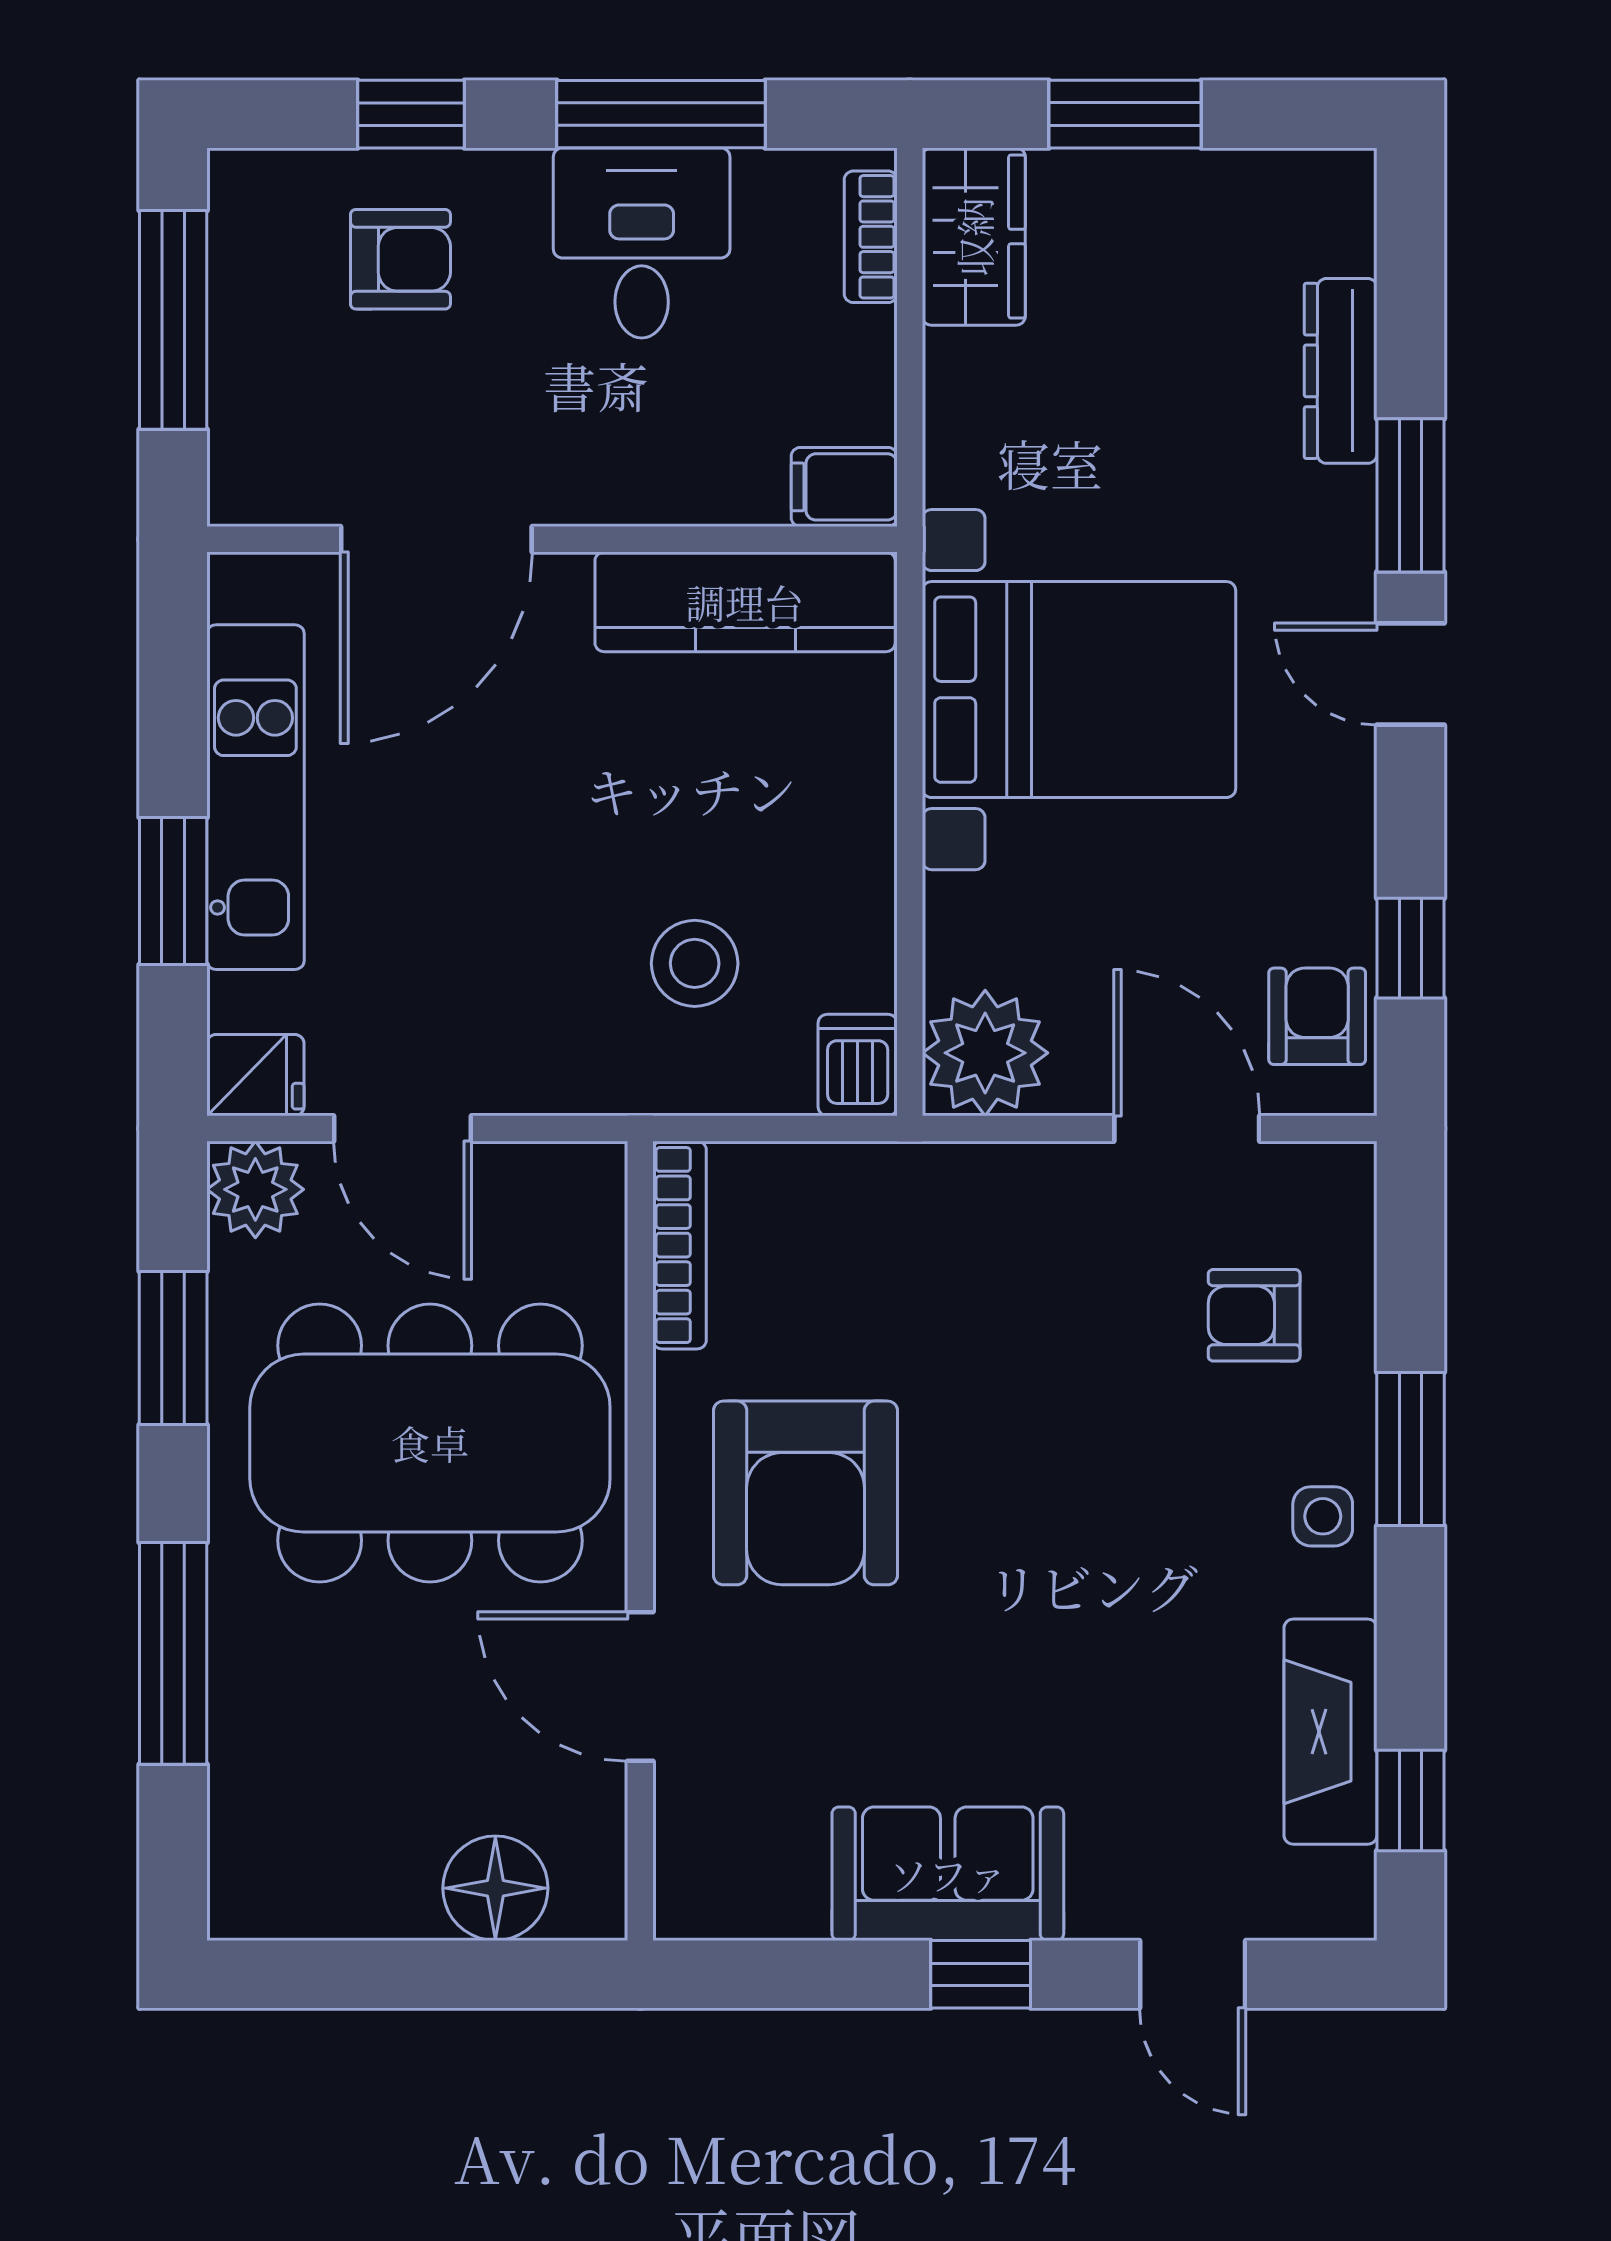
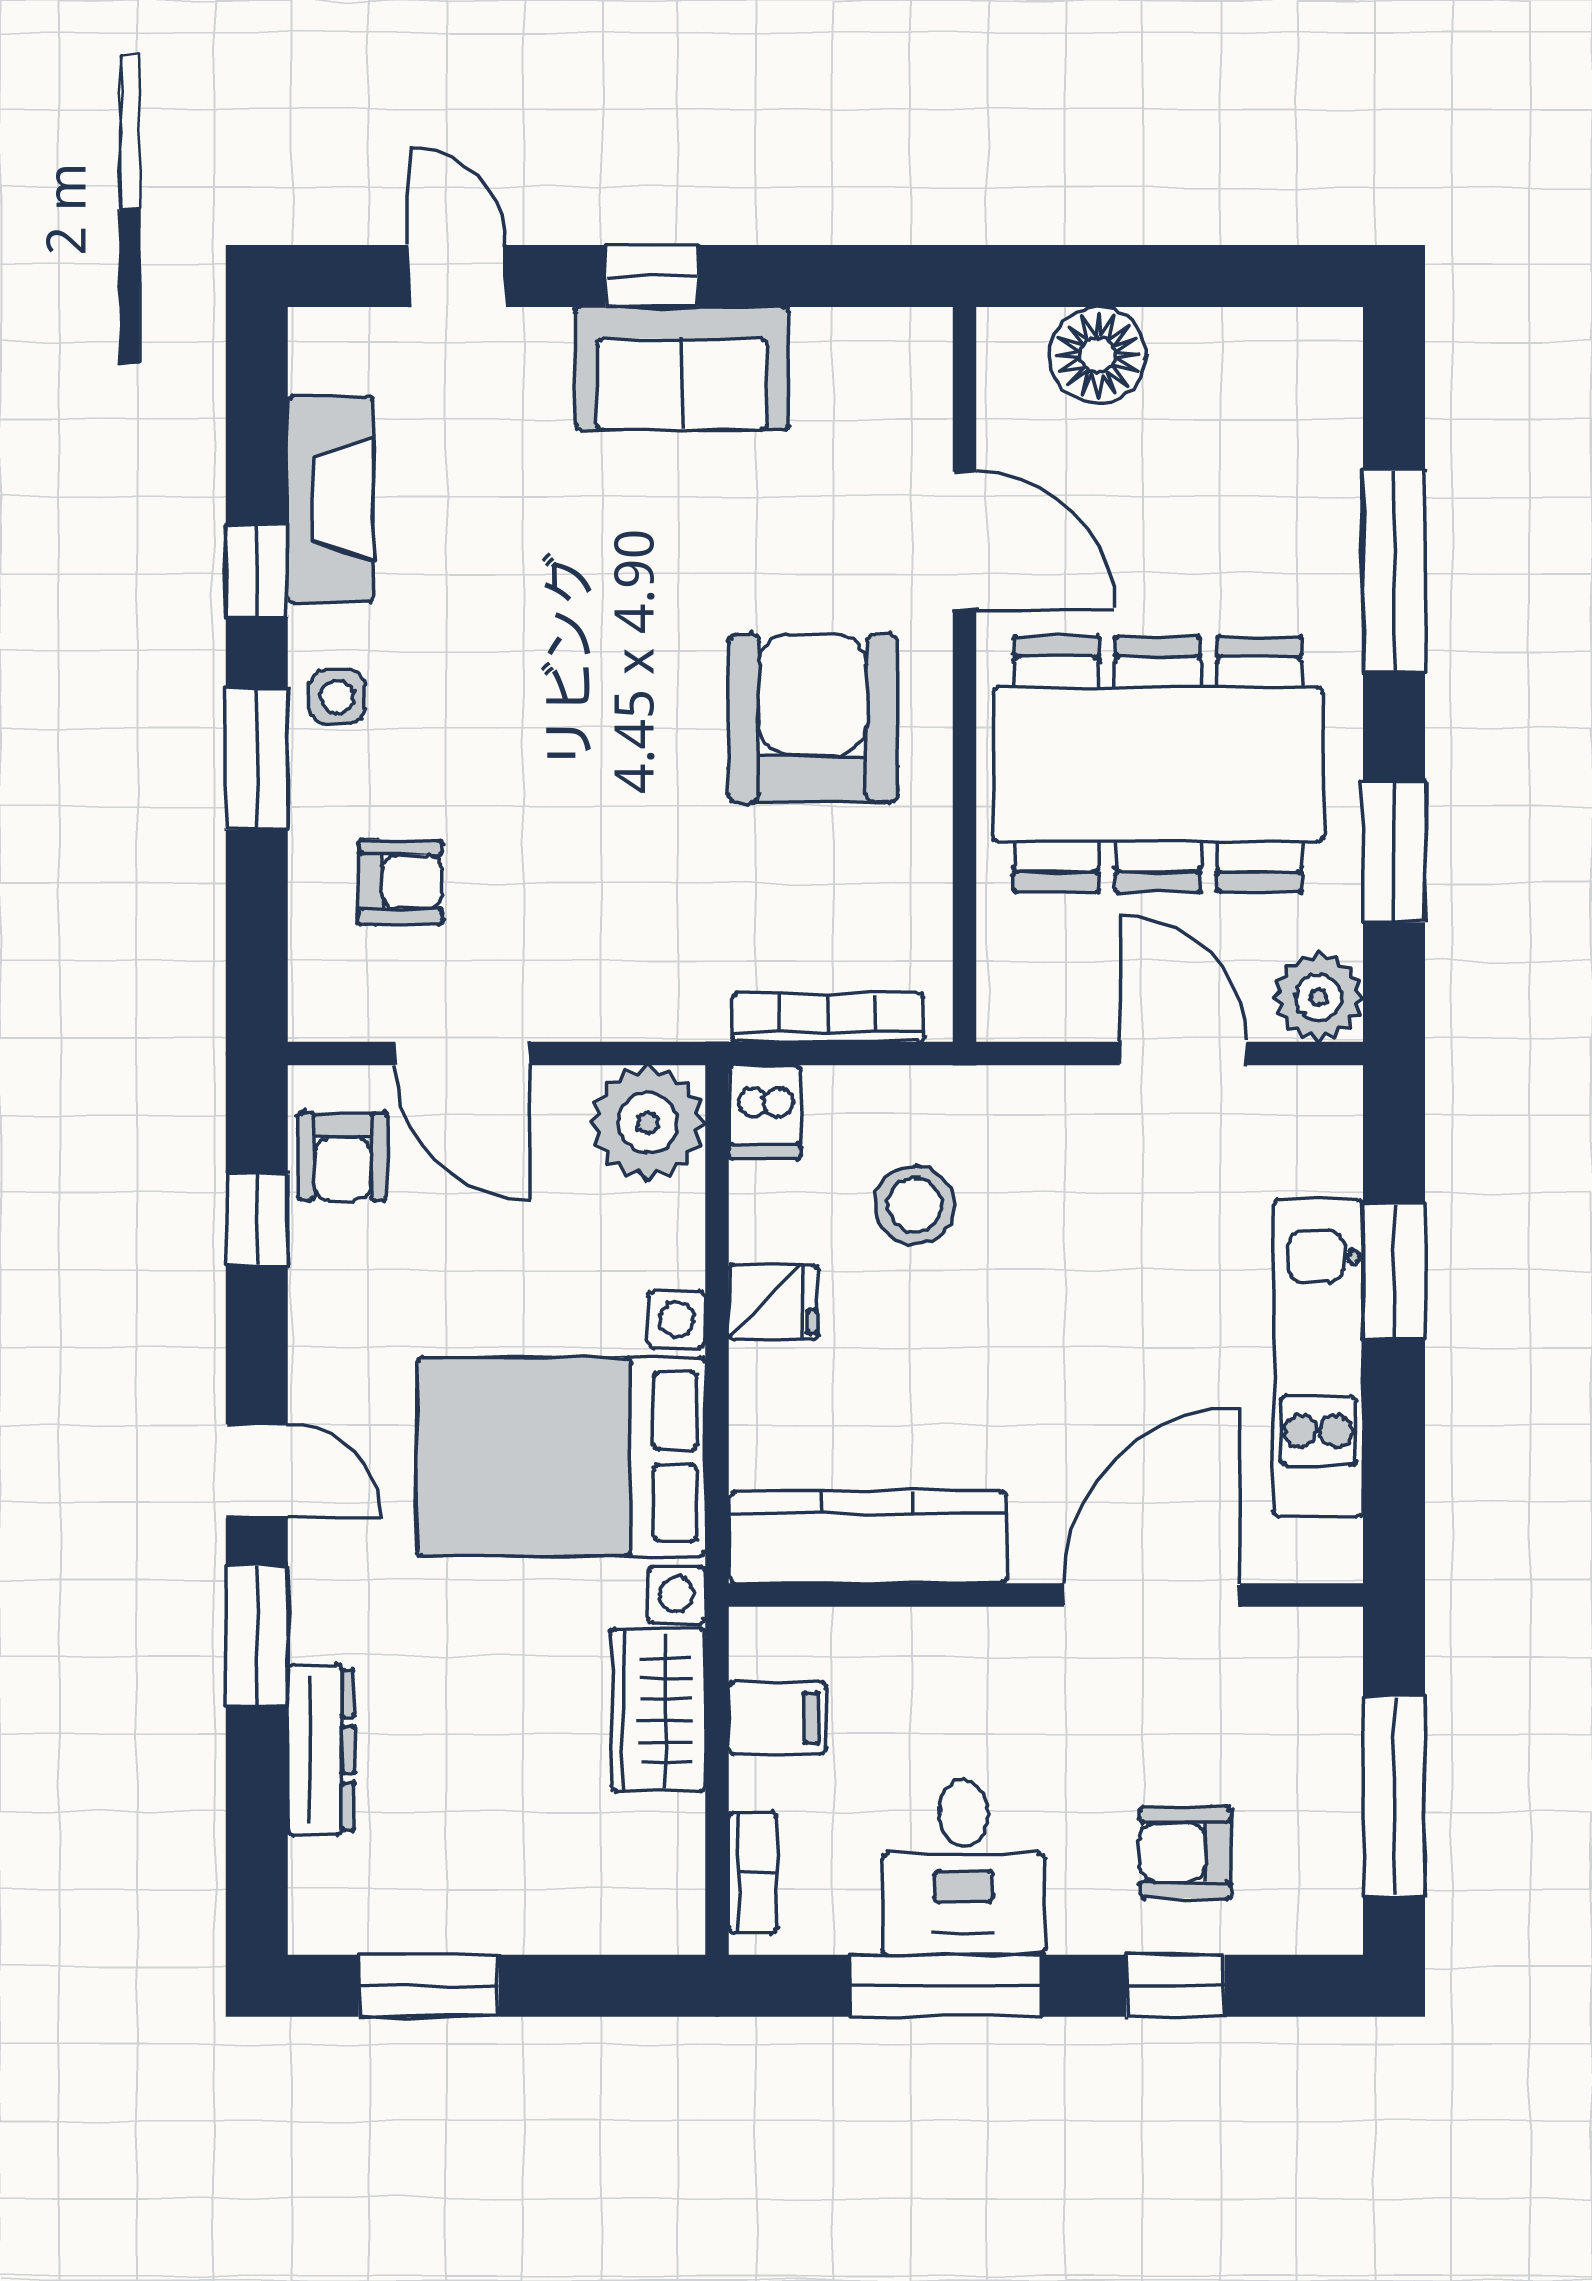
window: (1125, 114) -> (429, 1986), moved
wardrobe: (974, 237) -> (658, 1710), moved
filing cabinet: (844, 487) -> (777, 1718), moved
fridge: (255, 1075) -> (773, 1302), moved, turned 180
bookcase: (680, 1245) -> (828, 1017), moved, turned 90
window: (1410, 1801) -> (257, 571), moved

